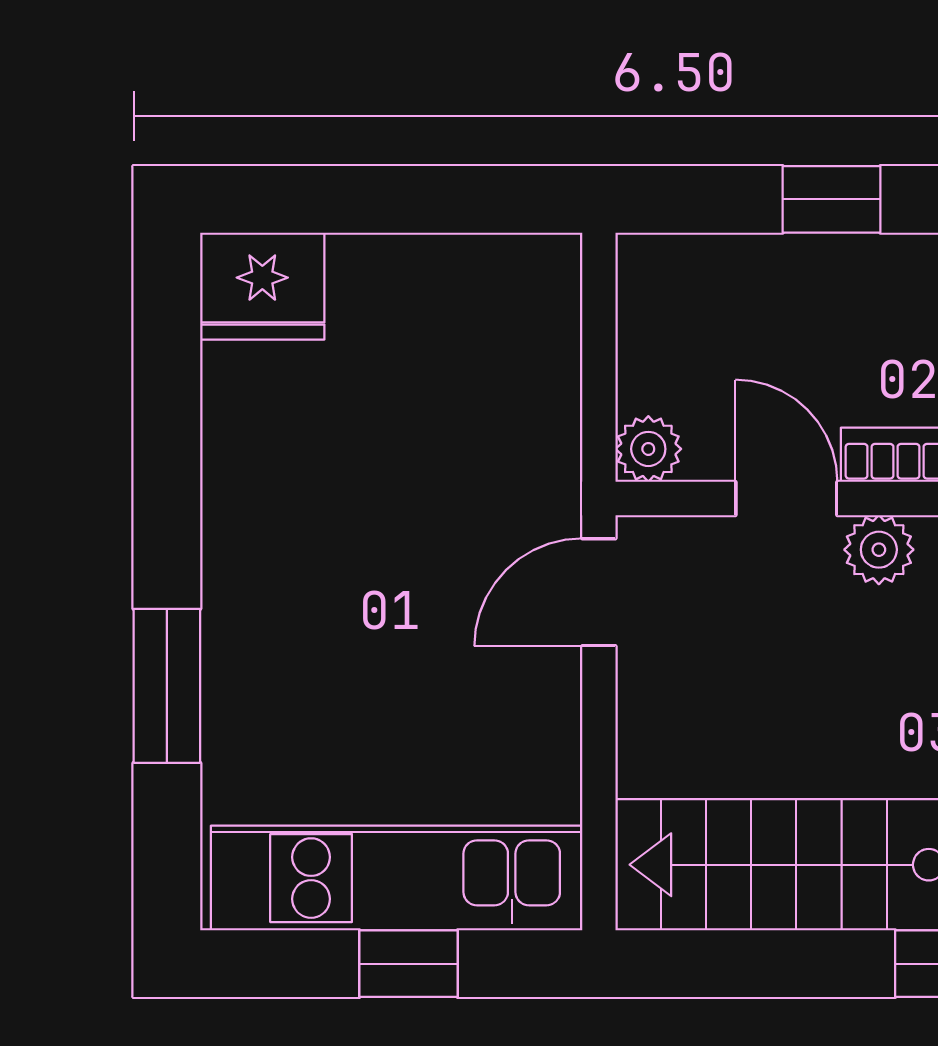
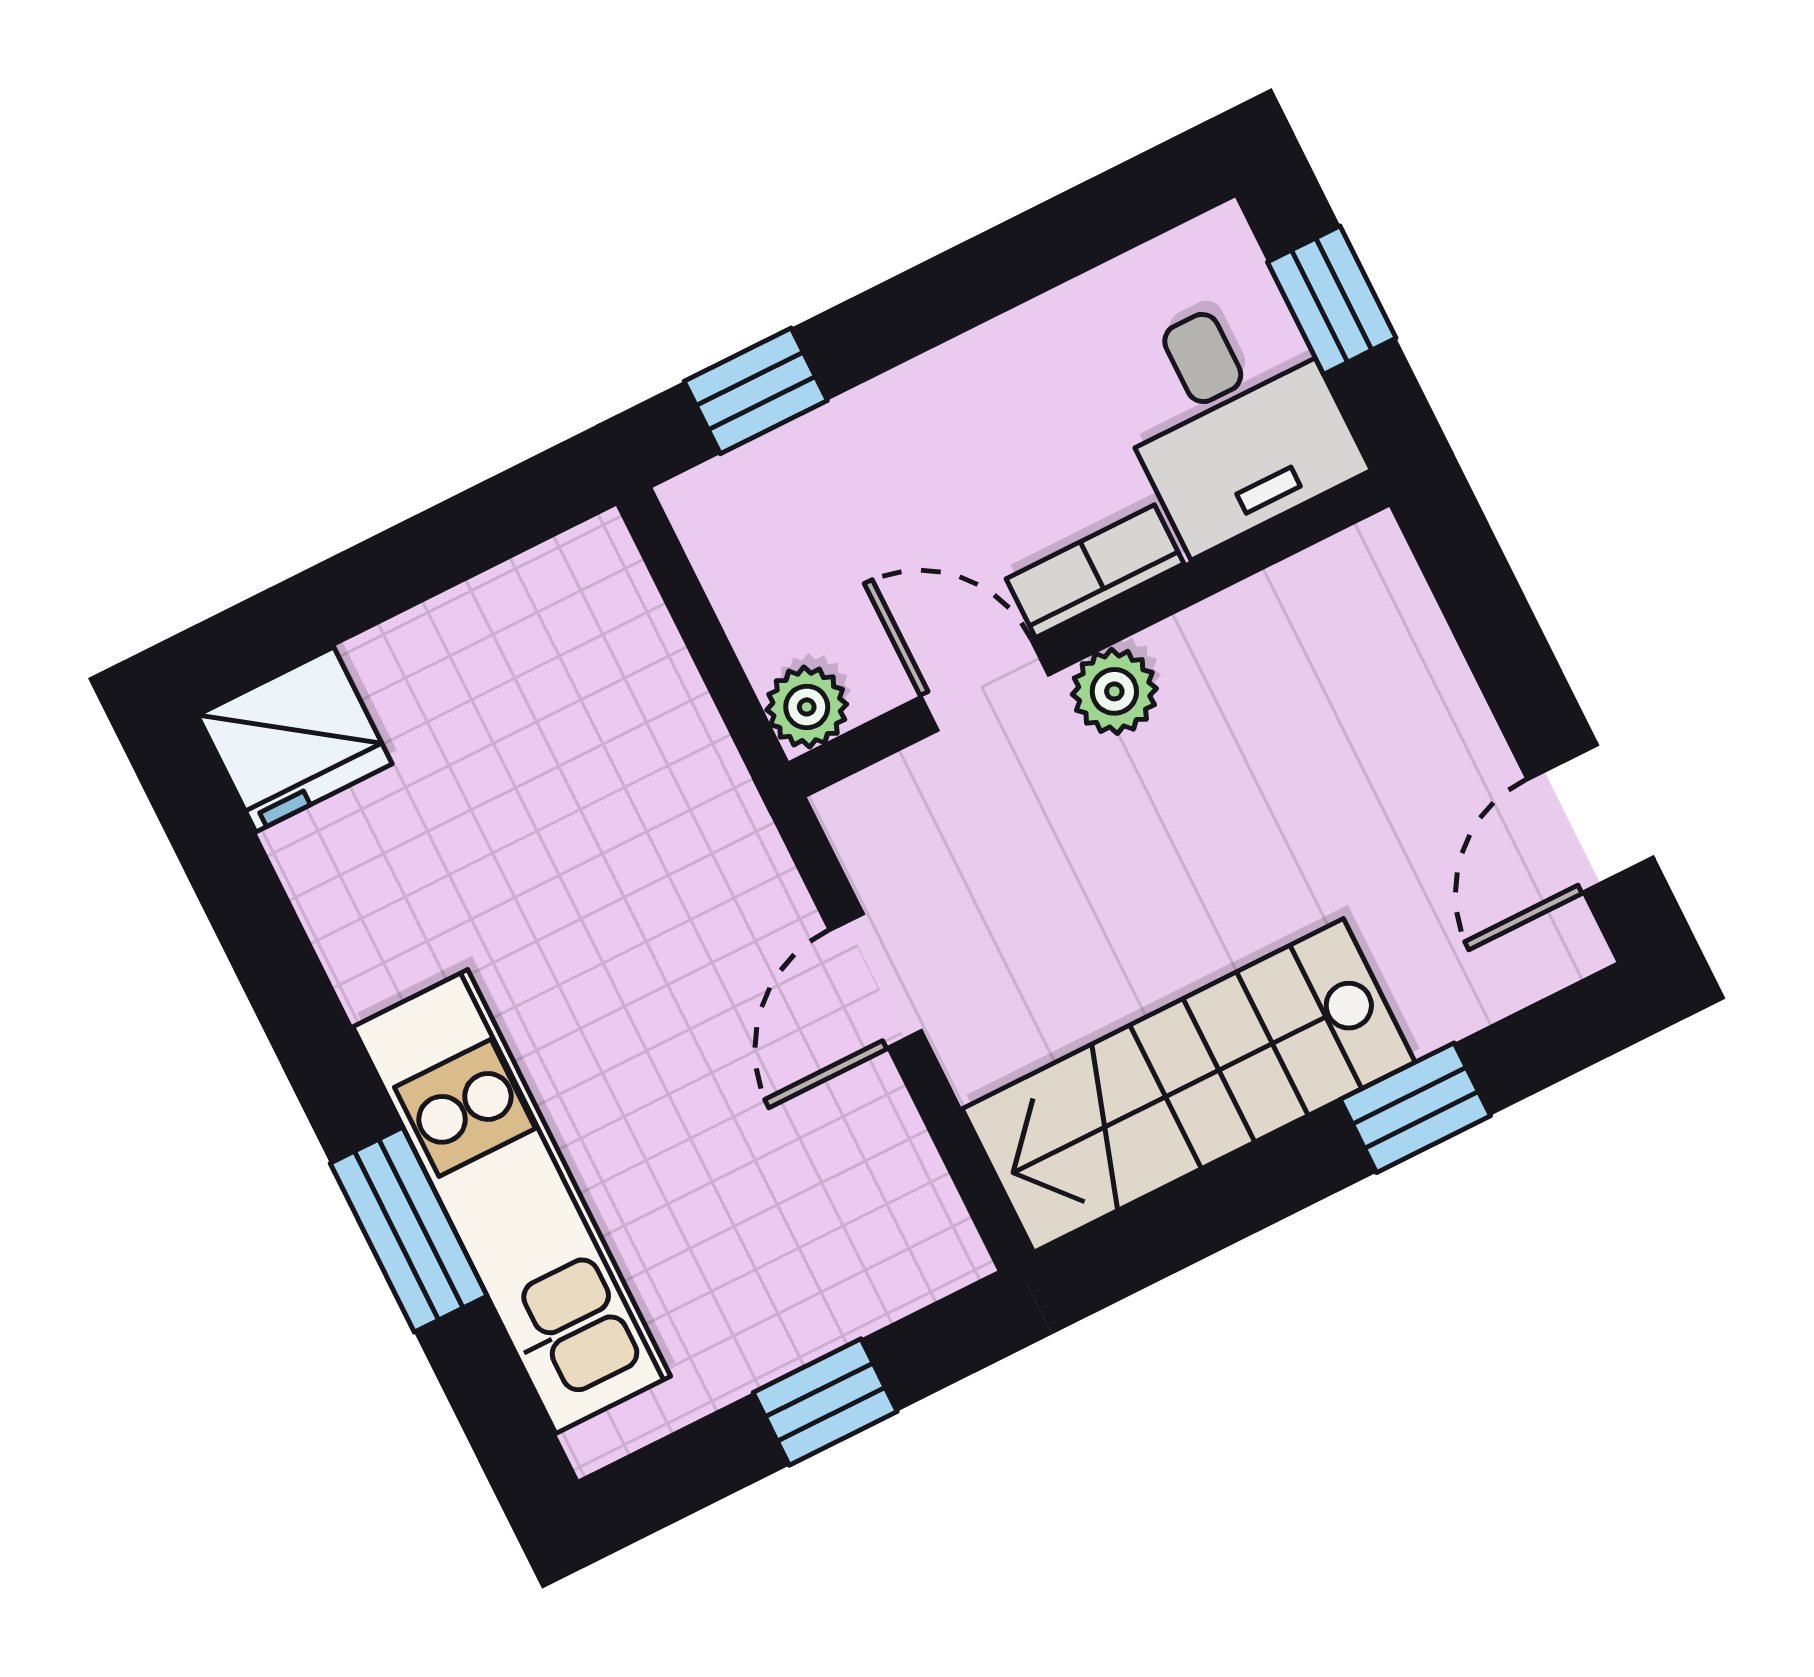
window: (832, 199) -> (756, 391), moved
door: (599, 592) -> (876, 981), moved
kitchen unit: (397, 878) -> (512, 1202), moved, turned 90

